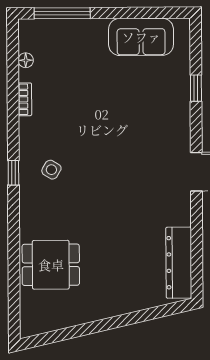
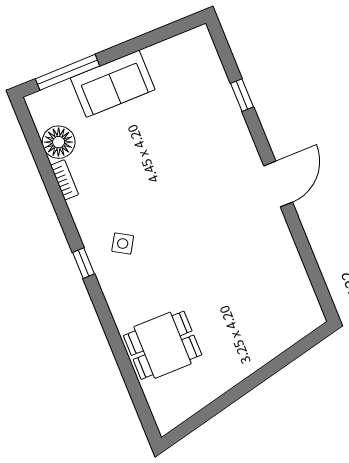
sofa: (141, 37) -> (113, 84), moved
floor lamp: (26, 60) -> (59, 142), width x1.89, depth x1.89
dresser: (179, 263) -> (298, 288), removed

